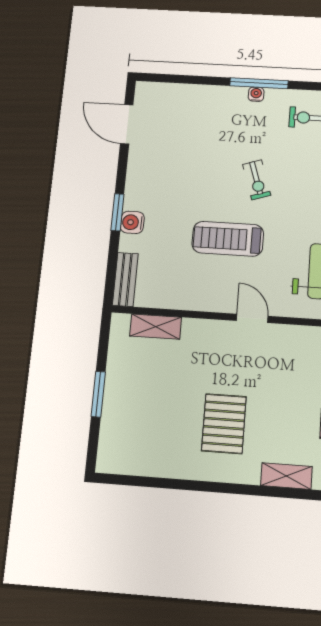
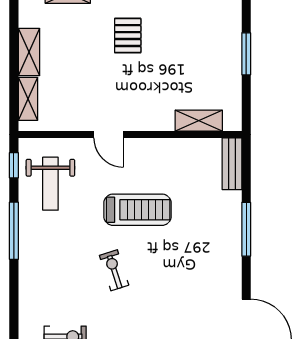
window: (117, 212) -> (246, 229), width x1.44
water cooler: (132, 222) -> (231, 220), removed
pallet: (224, 424) -> (128, 36), width x0.67, depth x0.71

